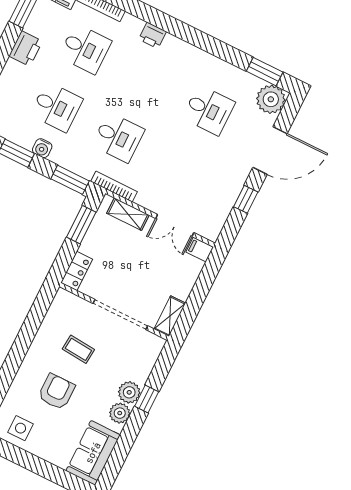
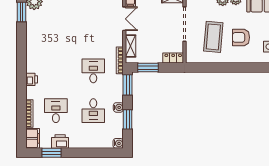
printer: (26, 48) -> (60, 142), moved
desk: (56, 107) -> (93, 111), turned 180
desk: (209, 110) -> (56, 31), removed
coffee table: (78, 349) -> (213, 37), width x1.86, depth x1.72

